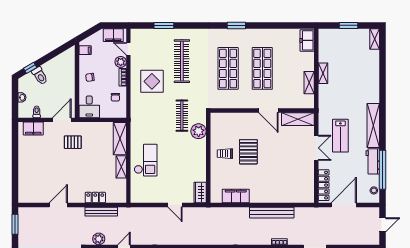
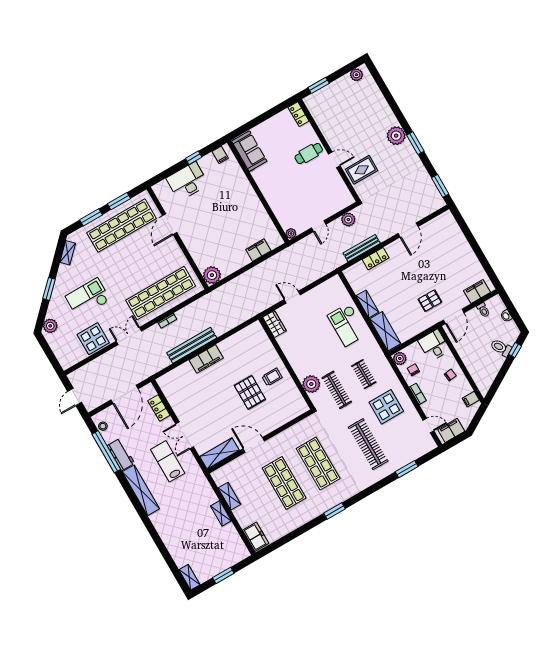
plant: (121, 62) -> (400, 358), moved
clothes rail: (155, 116) -> (364, 374), added
locker: (324, 185) -> (159, 408), width x0.66
filing cabinet: (236, 196) -> (206, 359), moved

